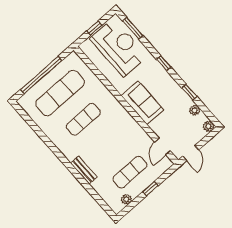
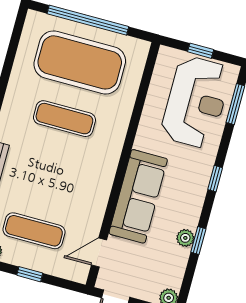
exercise mat: (60, 93) -> (80, 62), width x1.47
sofa: (142, 103) -> (138, 196), width x1.36
plant: (195, 110) -> (185, 238), moved

